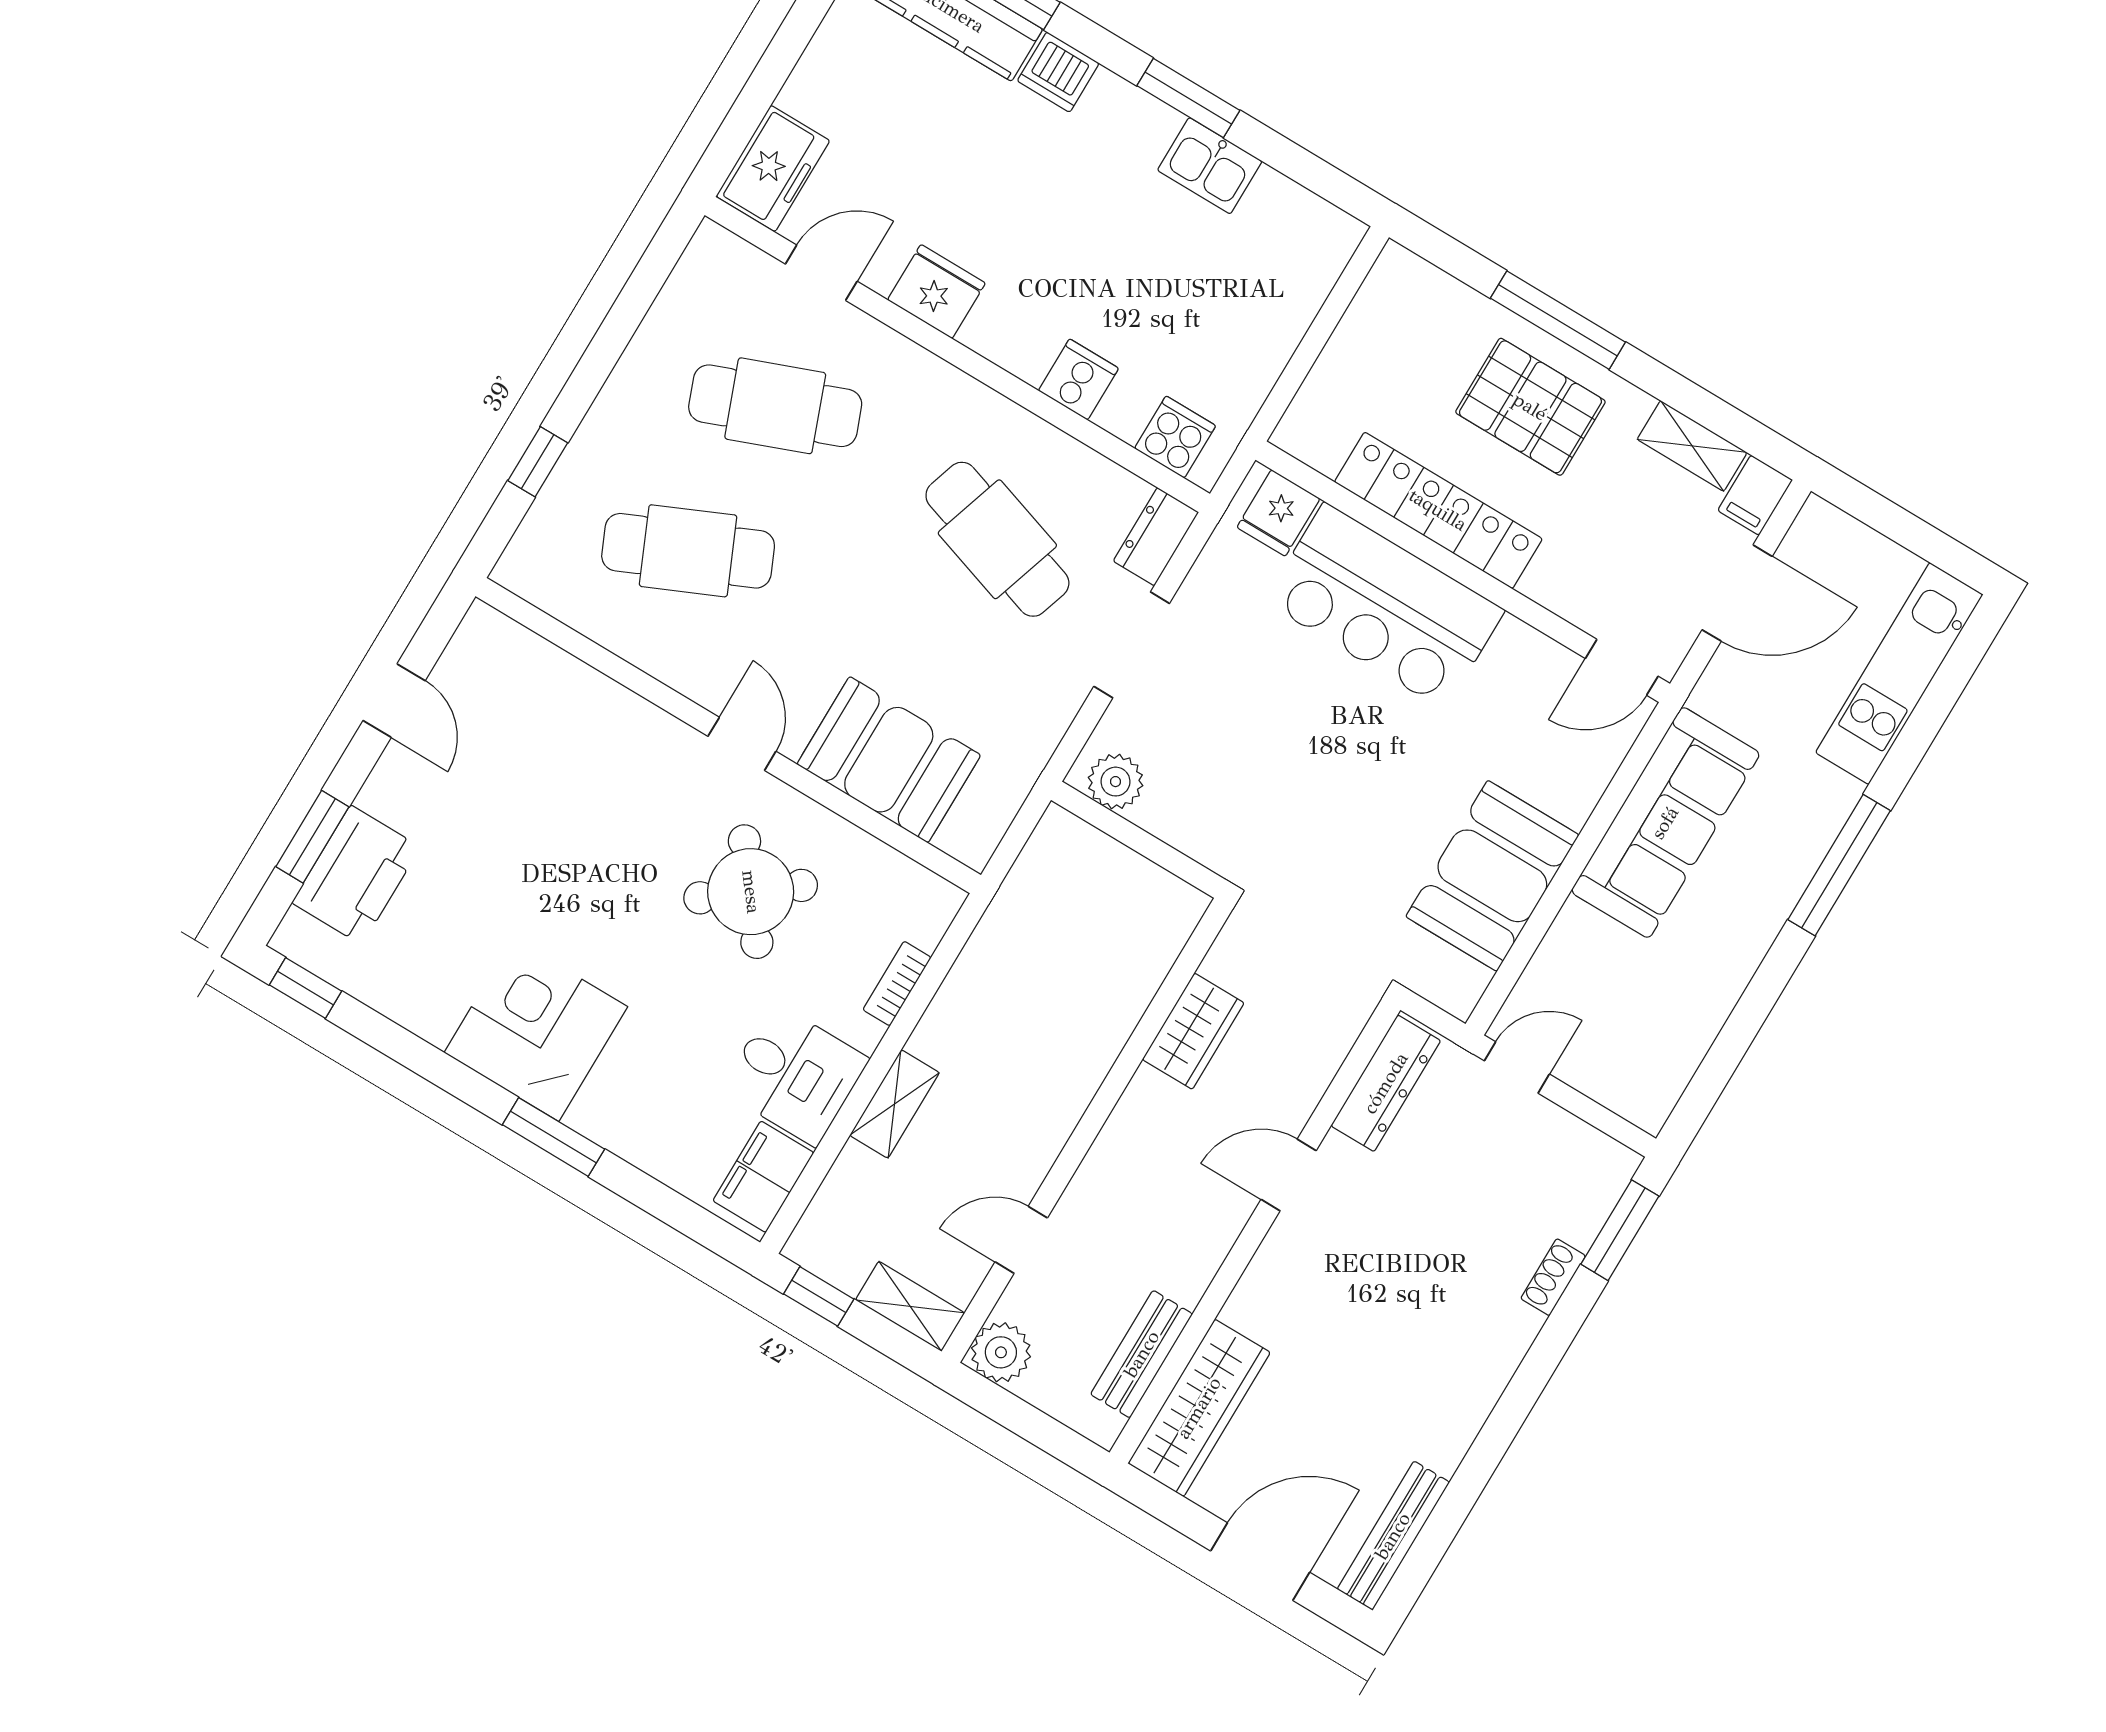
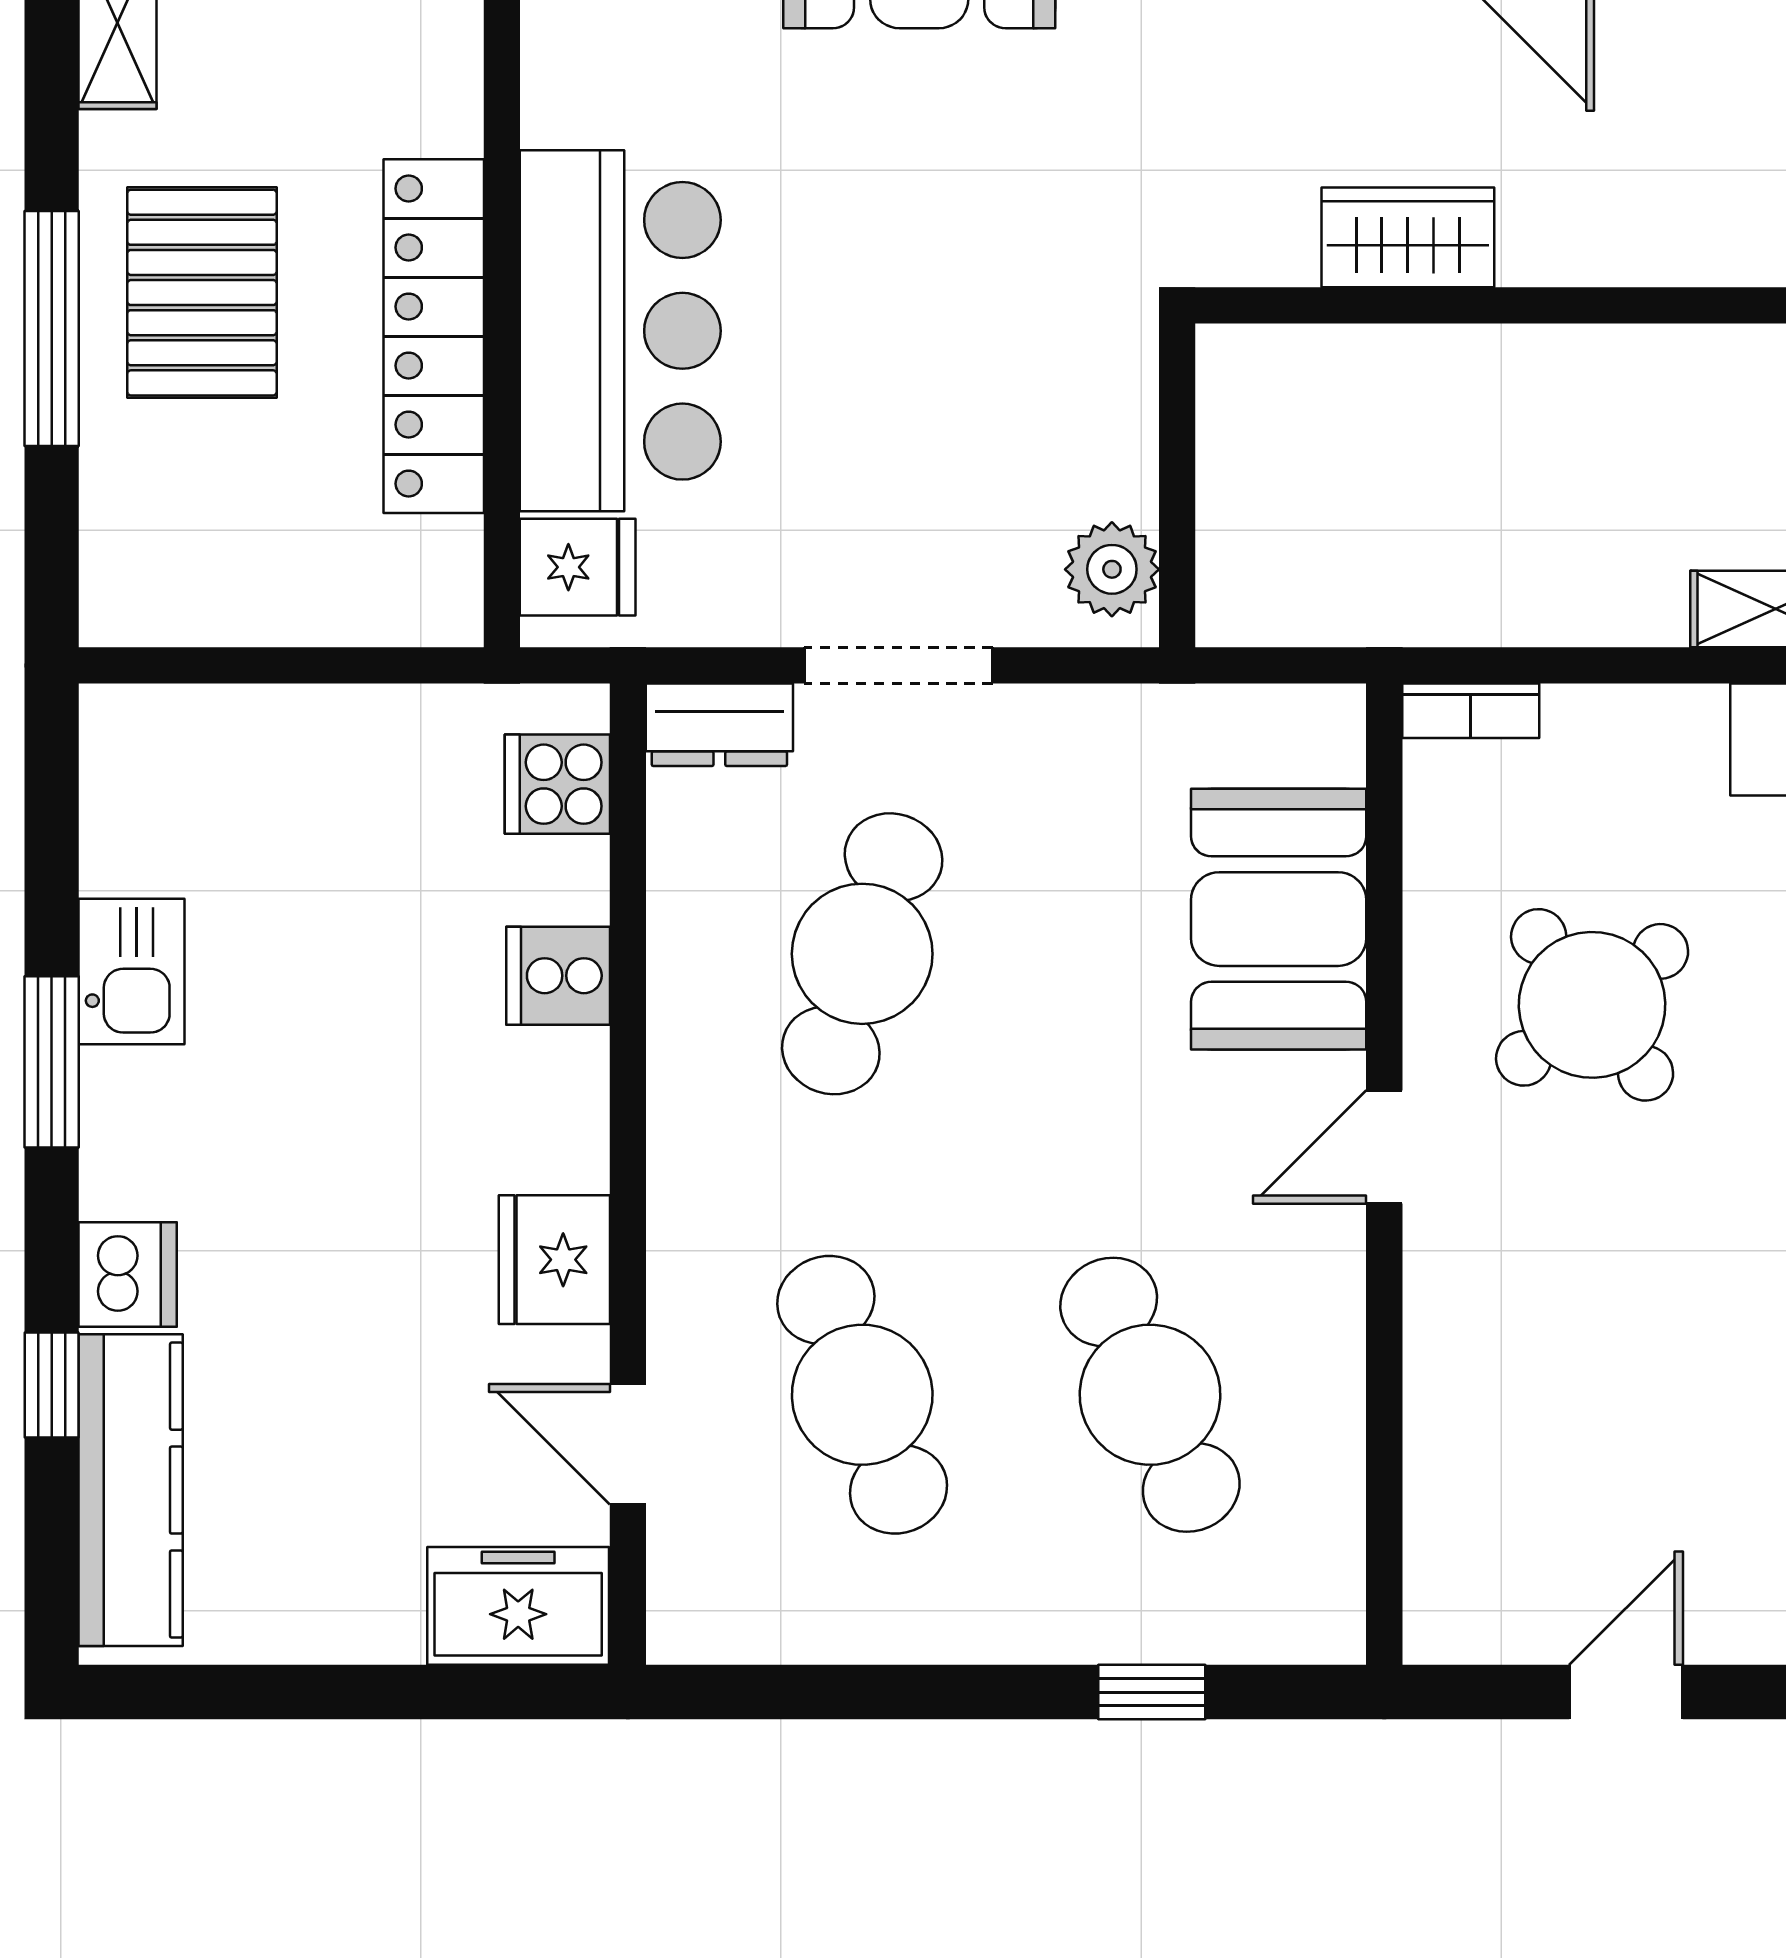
bookcase: (897, 984) -> (1471, 711), moved

